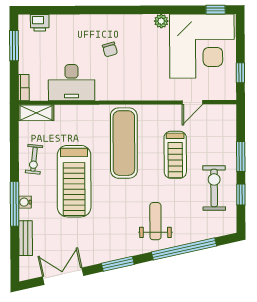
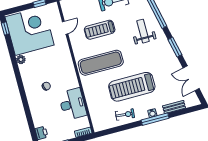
door: (192, 102) -> (65, 28), hinge flipped
shelving: (36, 113) -> (96, 121), removed
treadmill: (175, 155) -> (100, 30), turned 180
treadmill: (74, 181) -> (132, 87), turned 180
weight bench: (155, 221) -> (143, 31), turned 90

